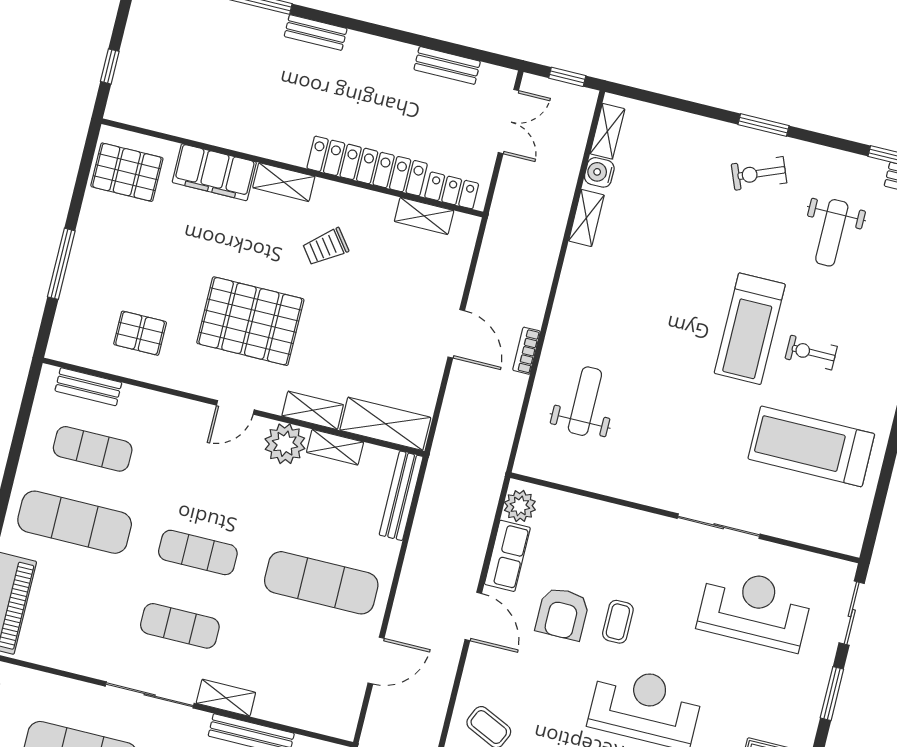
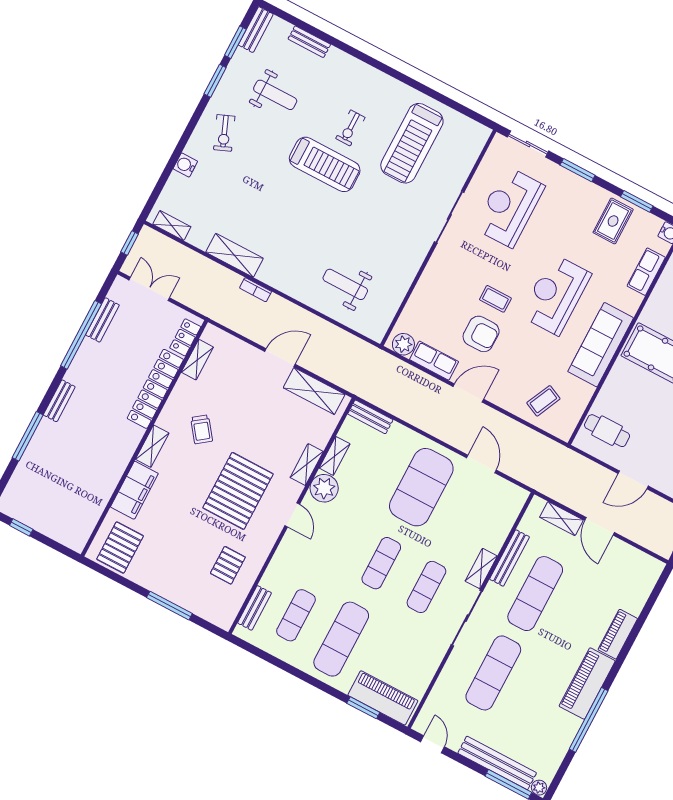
window: (418, 40) -> (81, 335), added
window: (110, 66) -> (21, 527), moved
window: (763, 125) -> (215, 81), moved
water cooler: (599, 172) -> (185, 165), moved, turned 90
shelving: (586, 218) -> (235, 255), width x1.50, depth x1.33
bookcase: (526, 351) -> (256, 290), moved
shelving: (385, 424) -> (314, 391), moved, turned 90
bench: (401, 496) -> (370, 417), width x0.73
exercise mat: (321, 583) -> (421, 487), width x1.47

